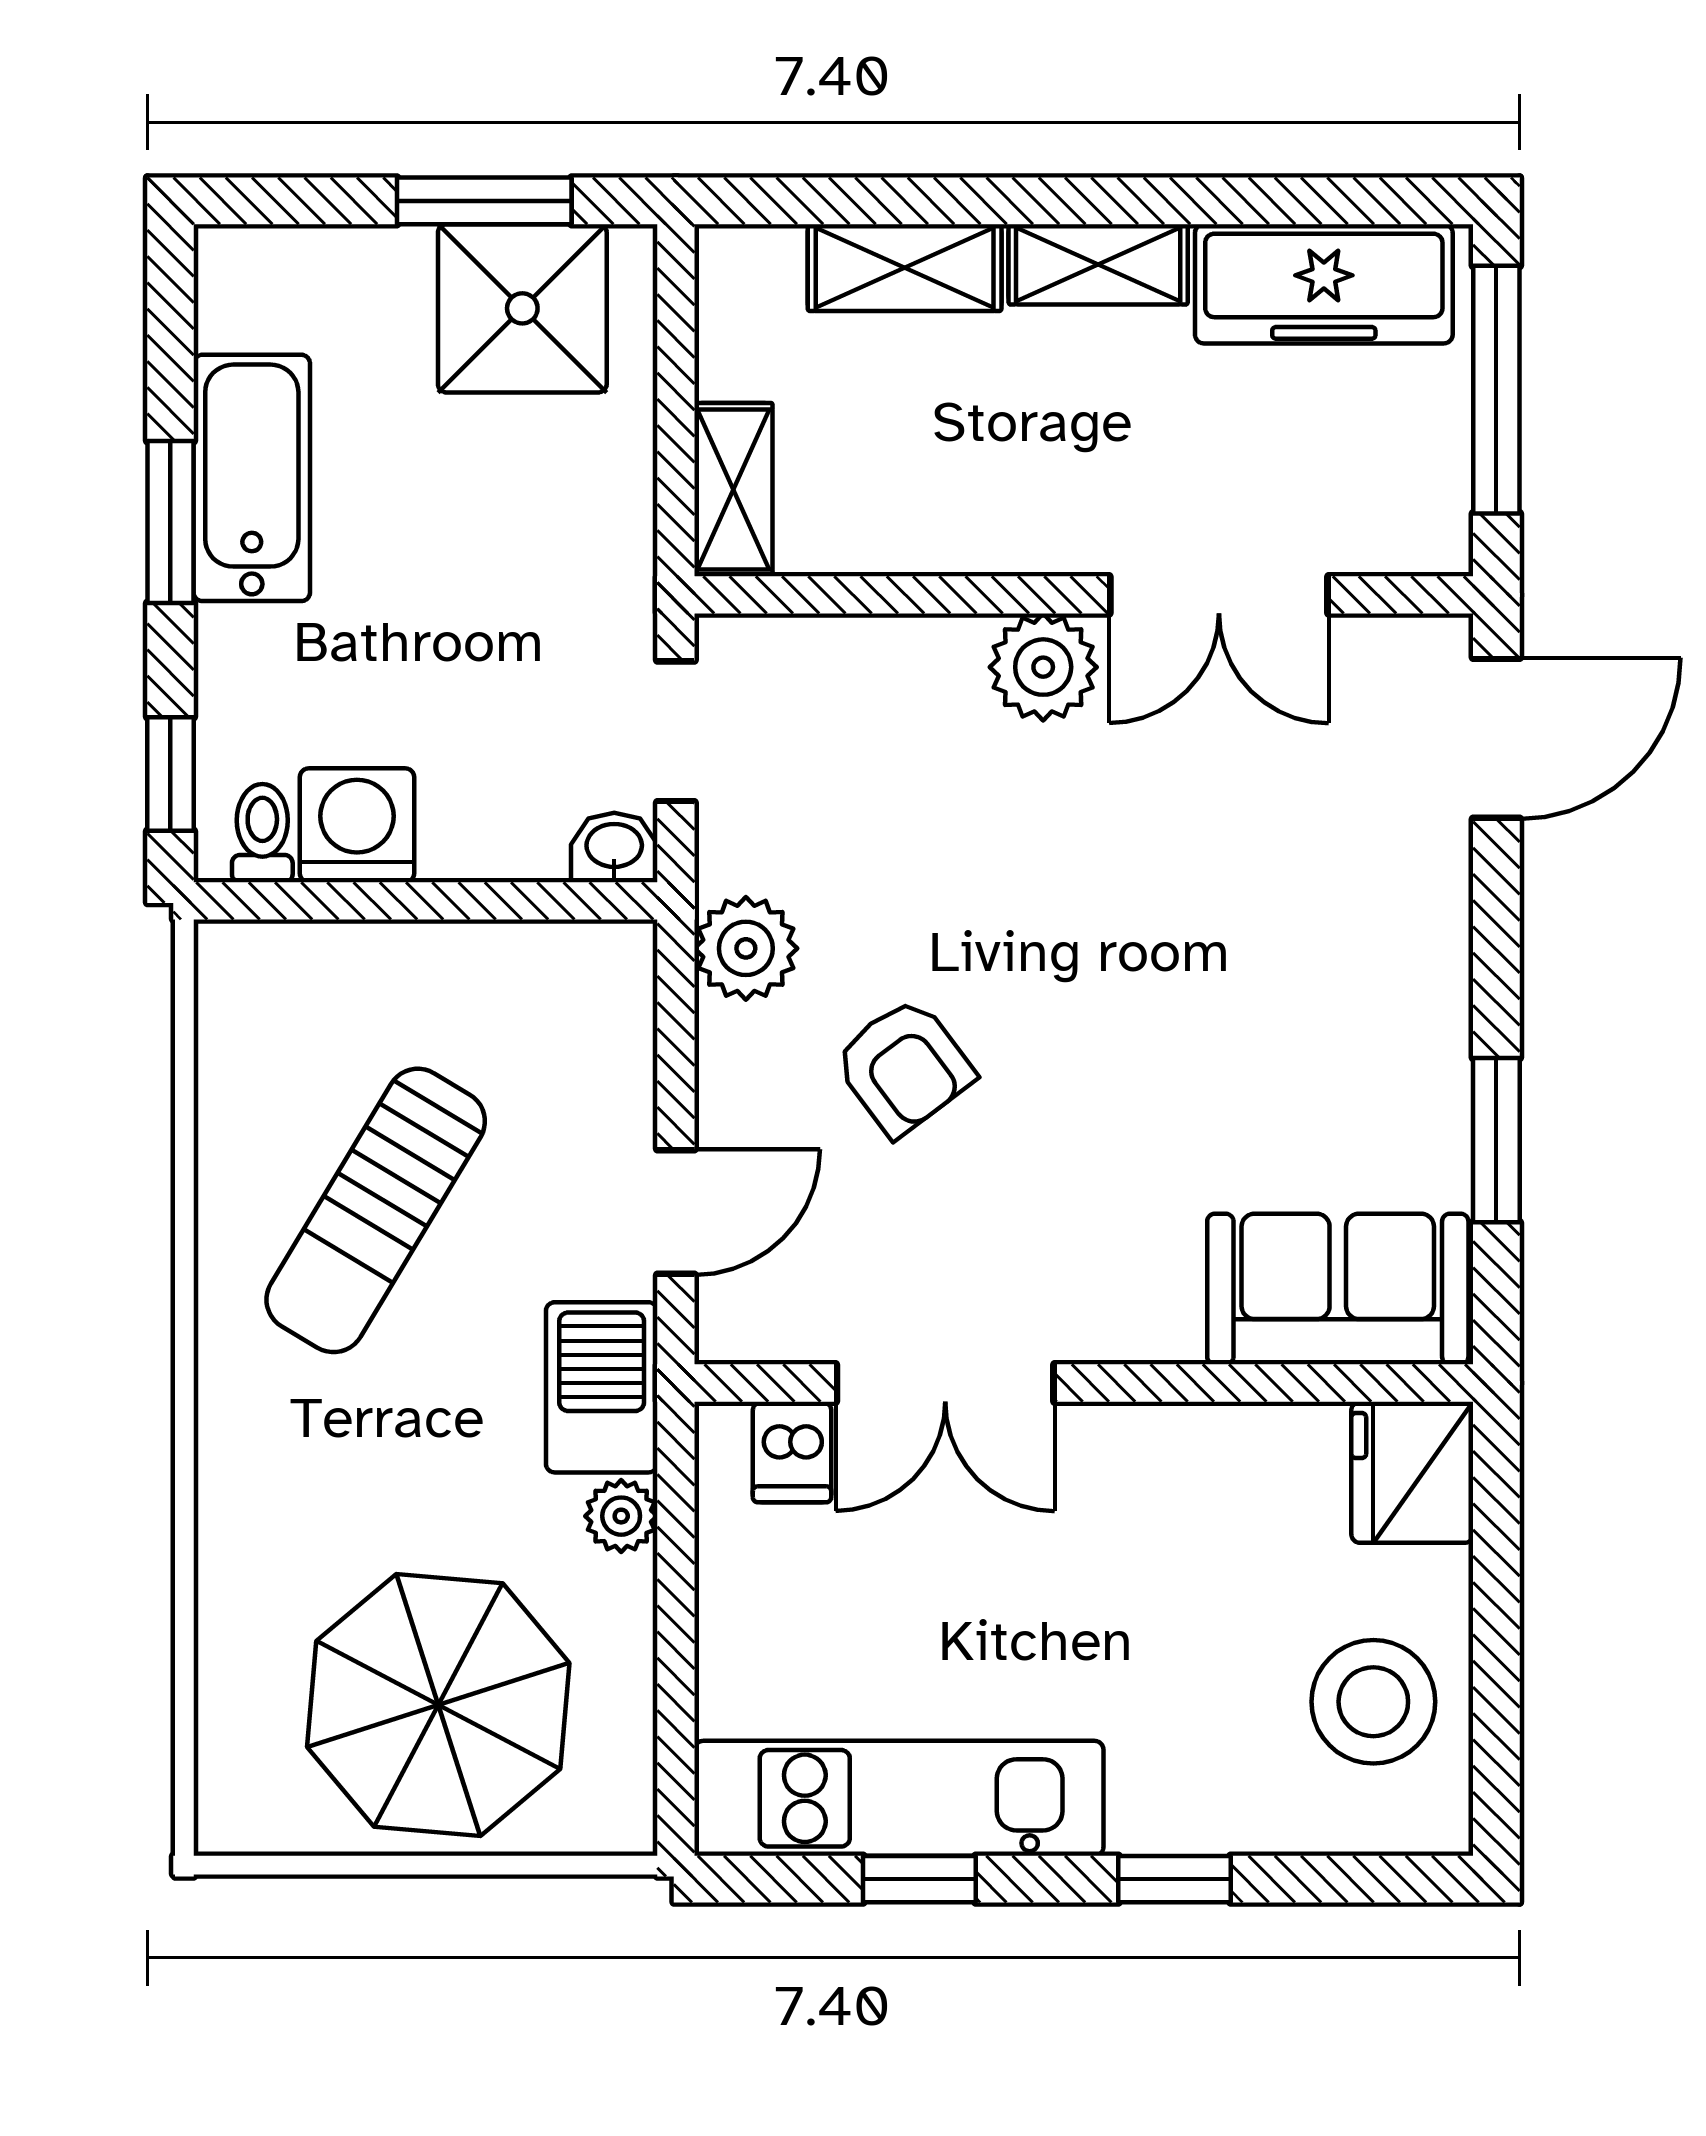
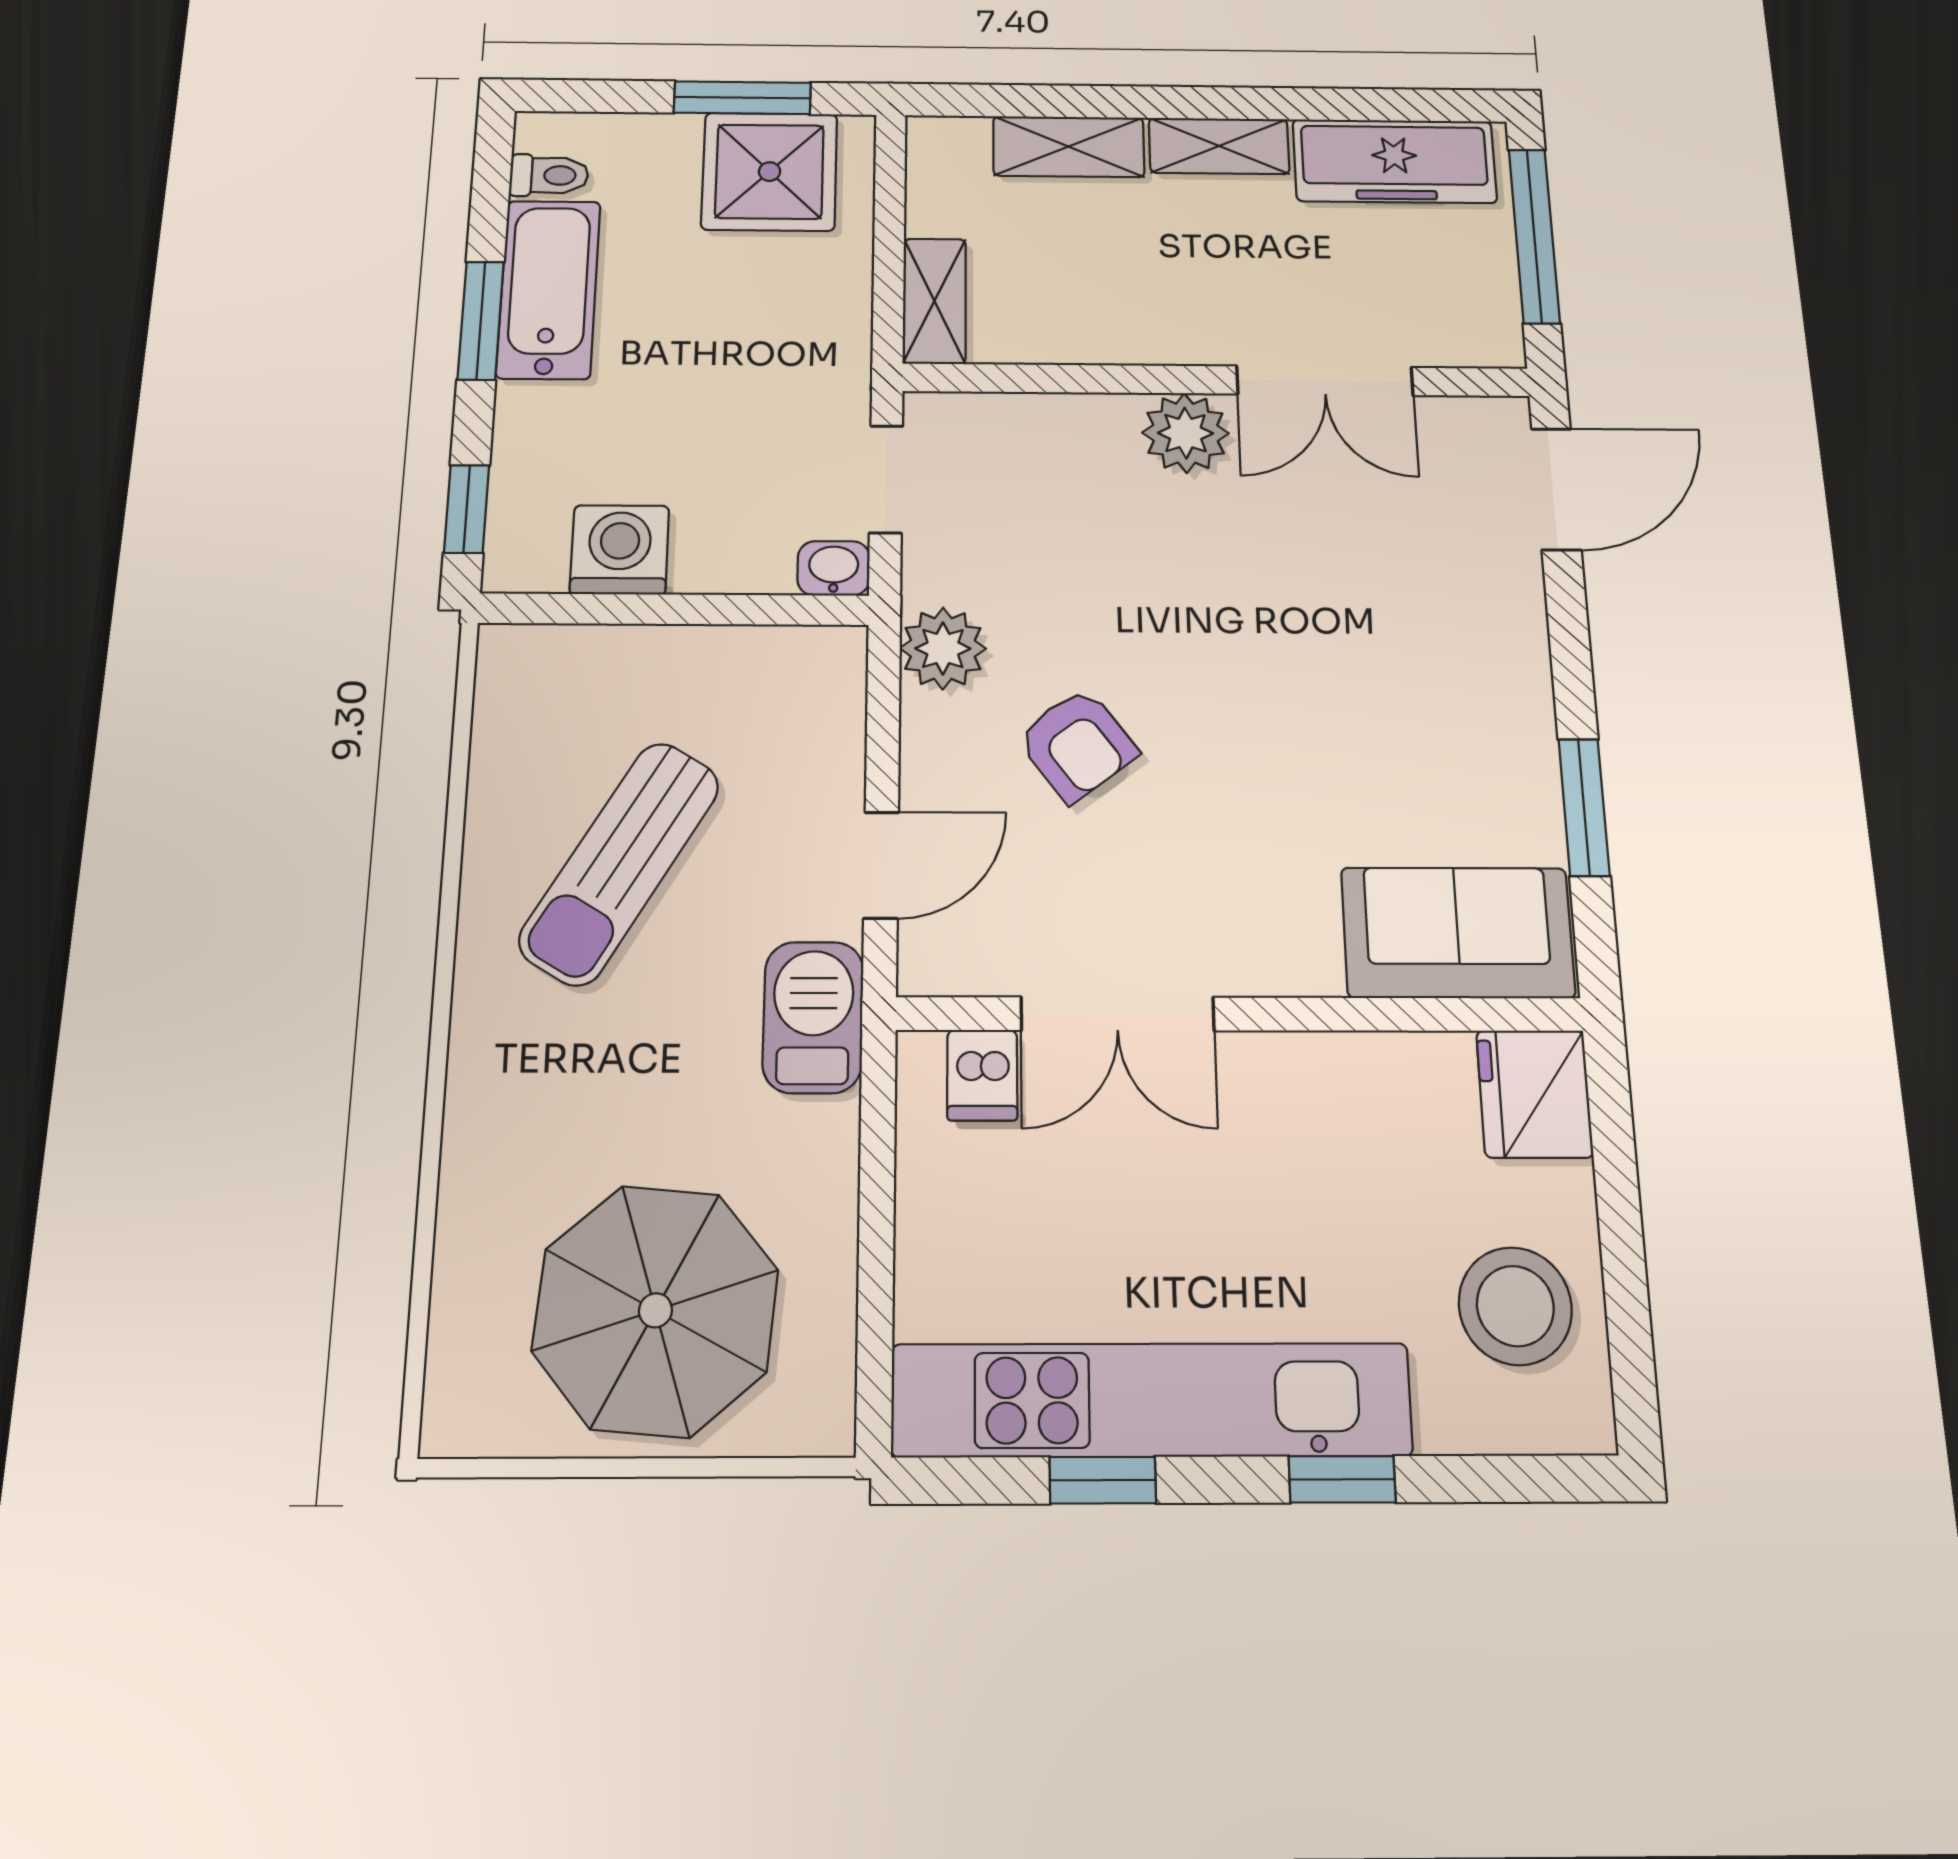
toilet: (262, 833) -> (549, 175), moved, turned 90
plant: (621, 1516) -> (828, 1133), removed
kitchen unit: (899, 1798) -> (1151, 1400), width x1.36

